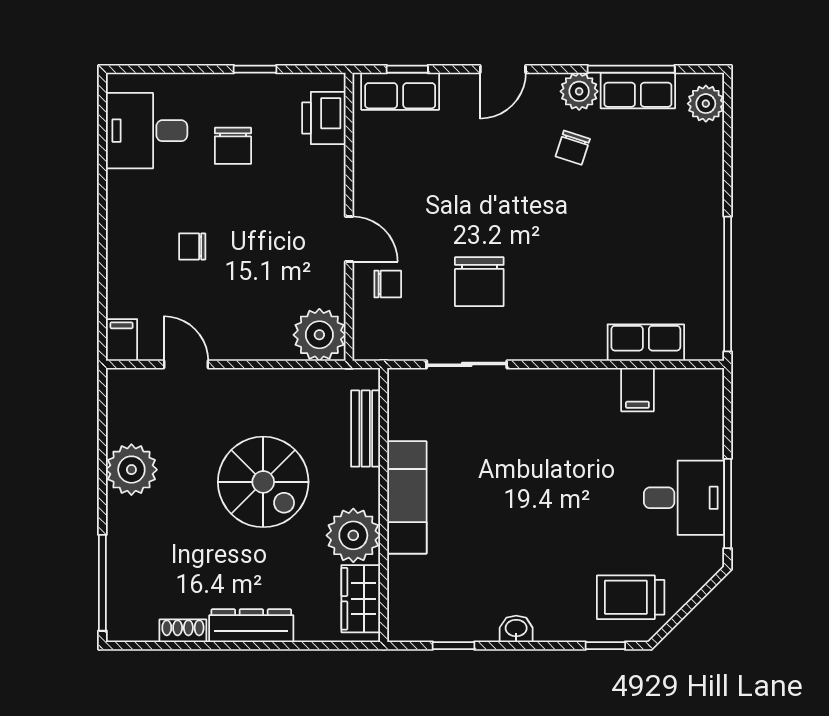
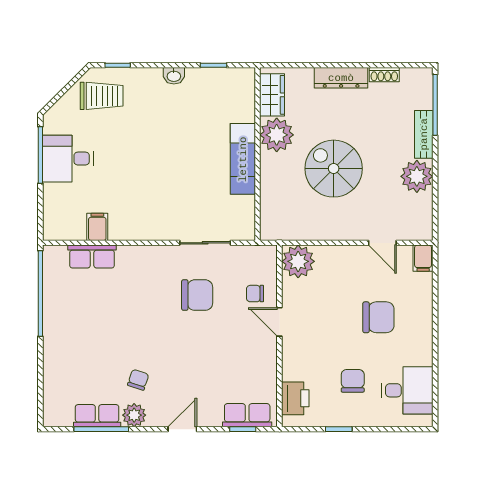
plant: (706, 104) -> (54, 407), removed
chair: (192, 246) -> (378, 317), width x1.87, depth x1.87
chair: (479, 282) -> (197, 295), turned 90
bench: (366, 429) -> (424, 134), moved

